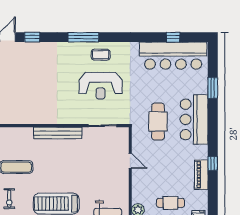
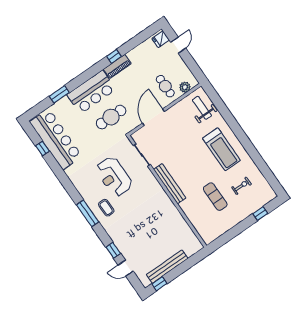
coffee table: (101, 55) -> (106, 208), moved
reception desk: (101, 86) -> (114, 177), turned 180
door: (130, 161) -> (153, 117), width x1.87
piano: (201, 175) -> (117, 66), moved
cafe table: (170, 203) -> (165, 86), moved

